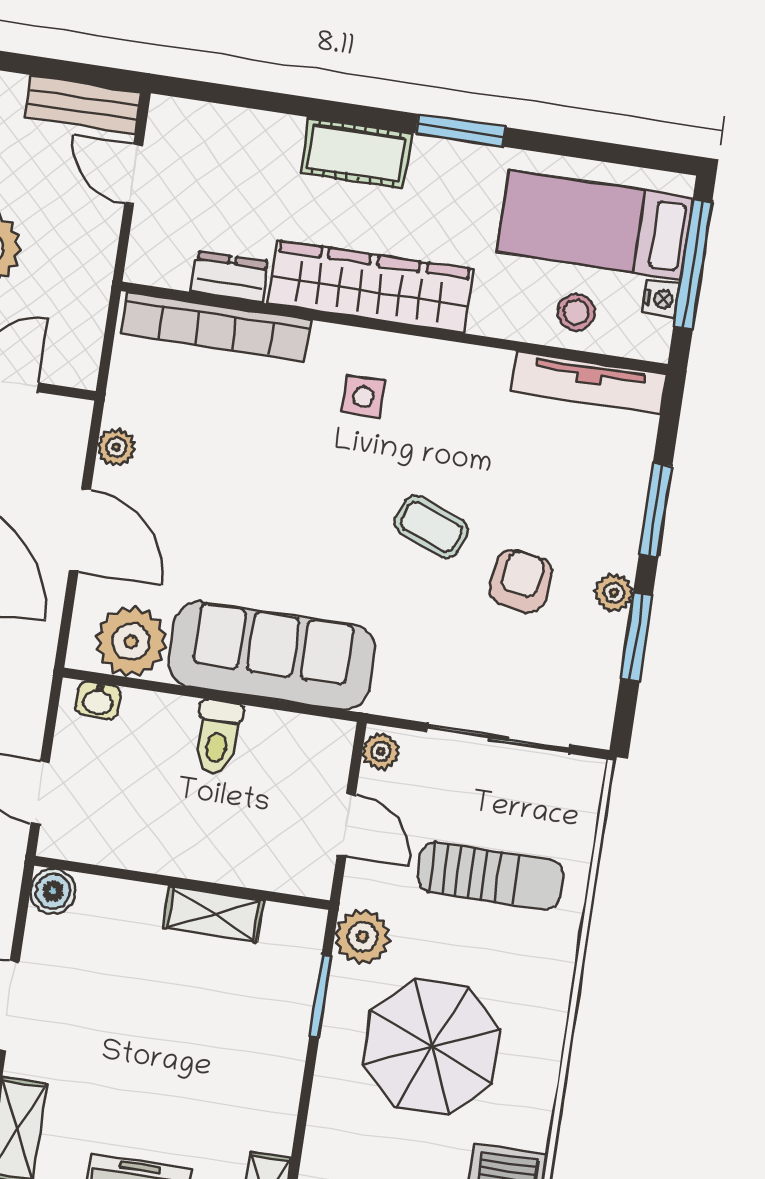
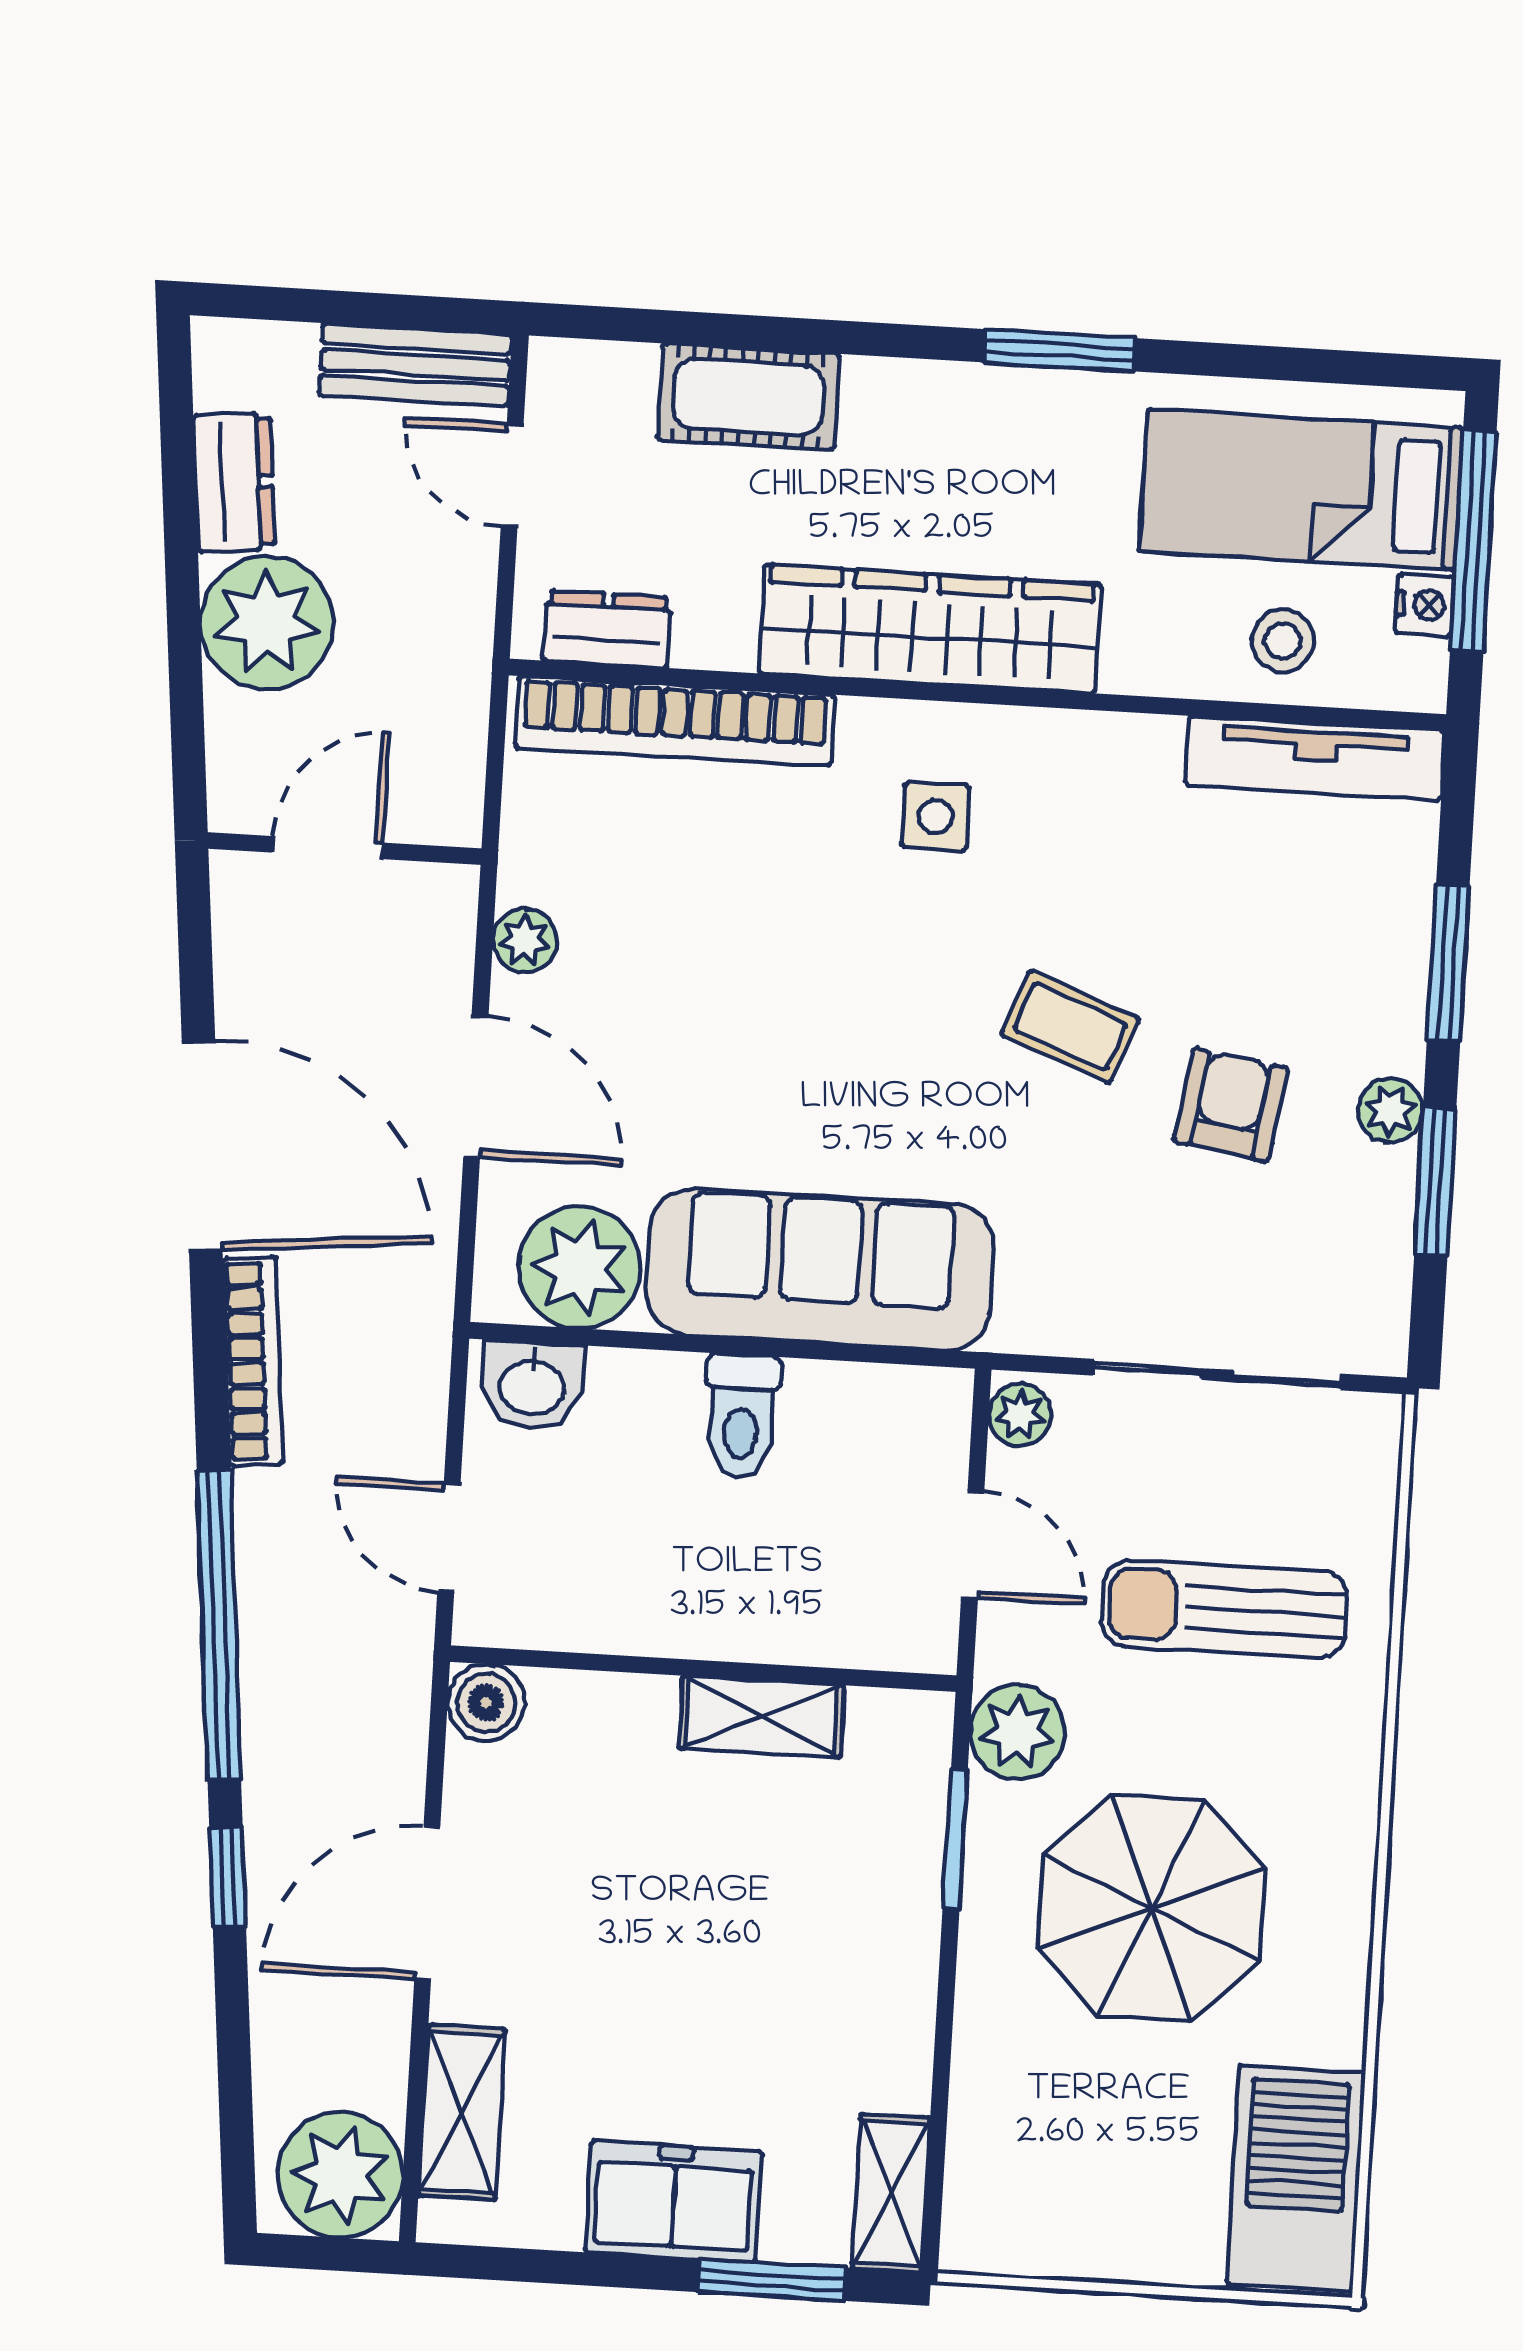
cot: (356, 153) -> (748, 397), moved
dresser: (230, 277) -> (607, 629), moved
washbasin: (98, 700) -> (532, 1385), width x1.38, depth x1.45
sun lounger: (490, 876) -> (1224, 1609), turned 180

